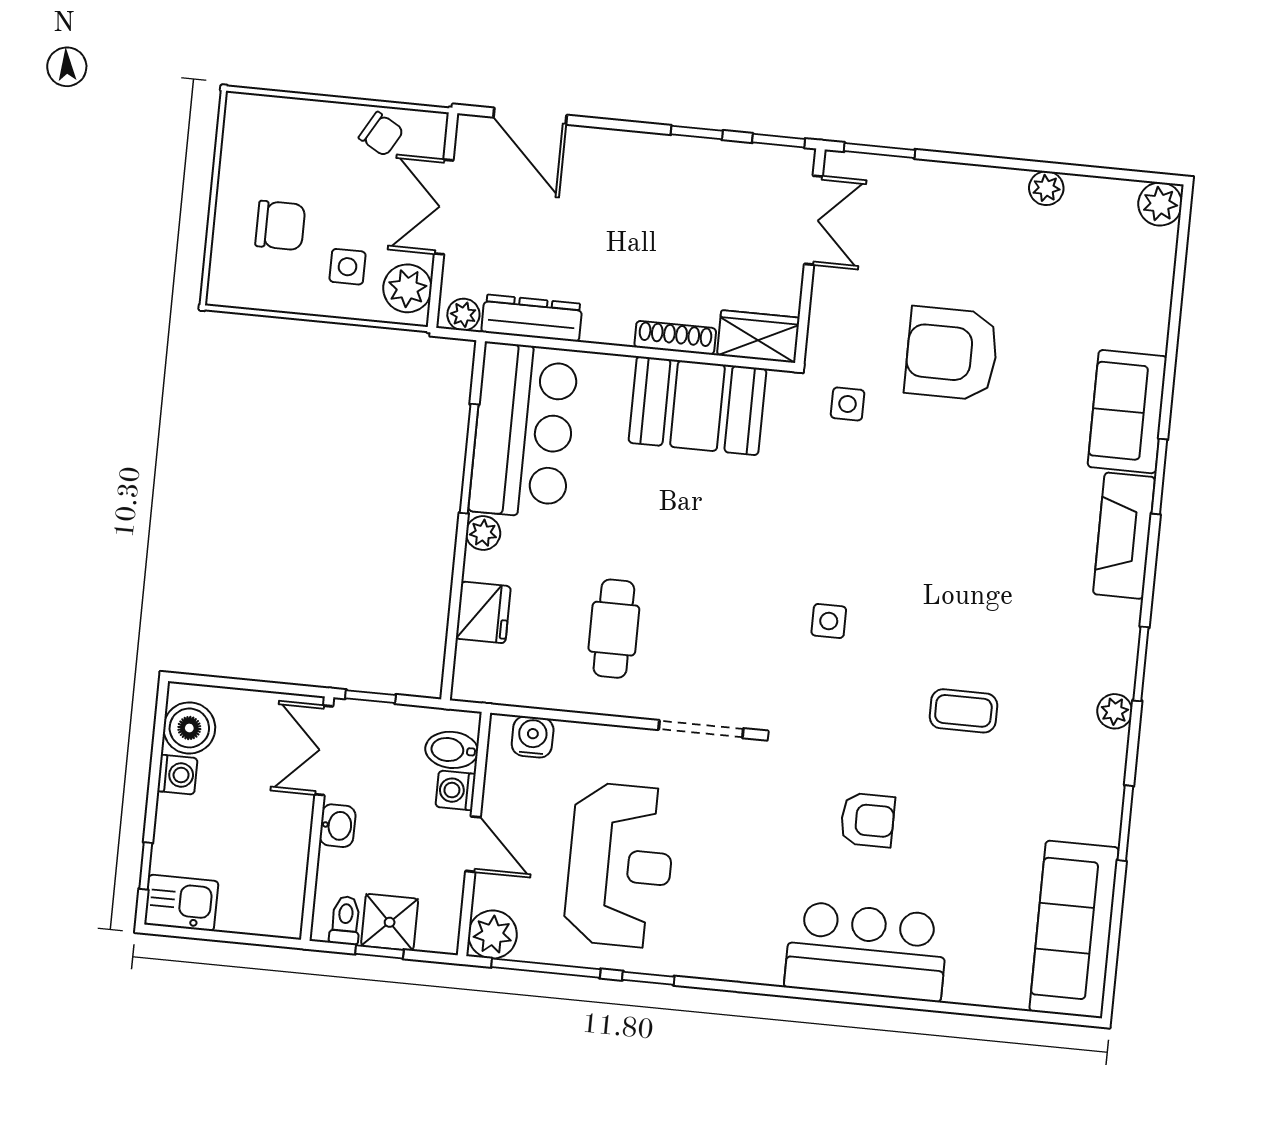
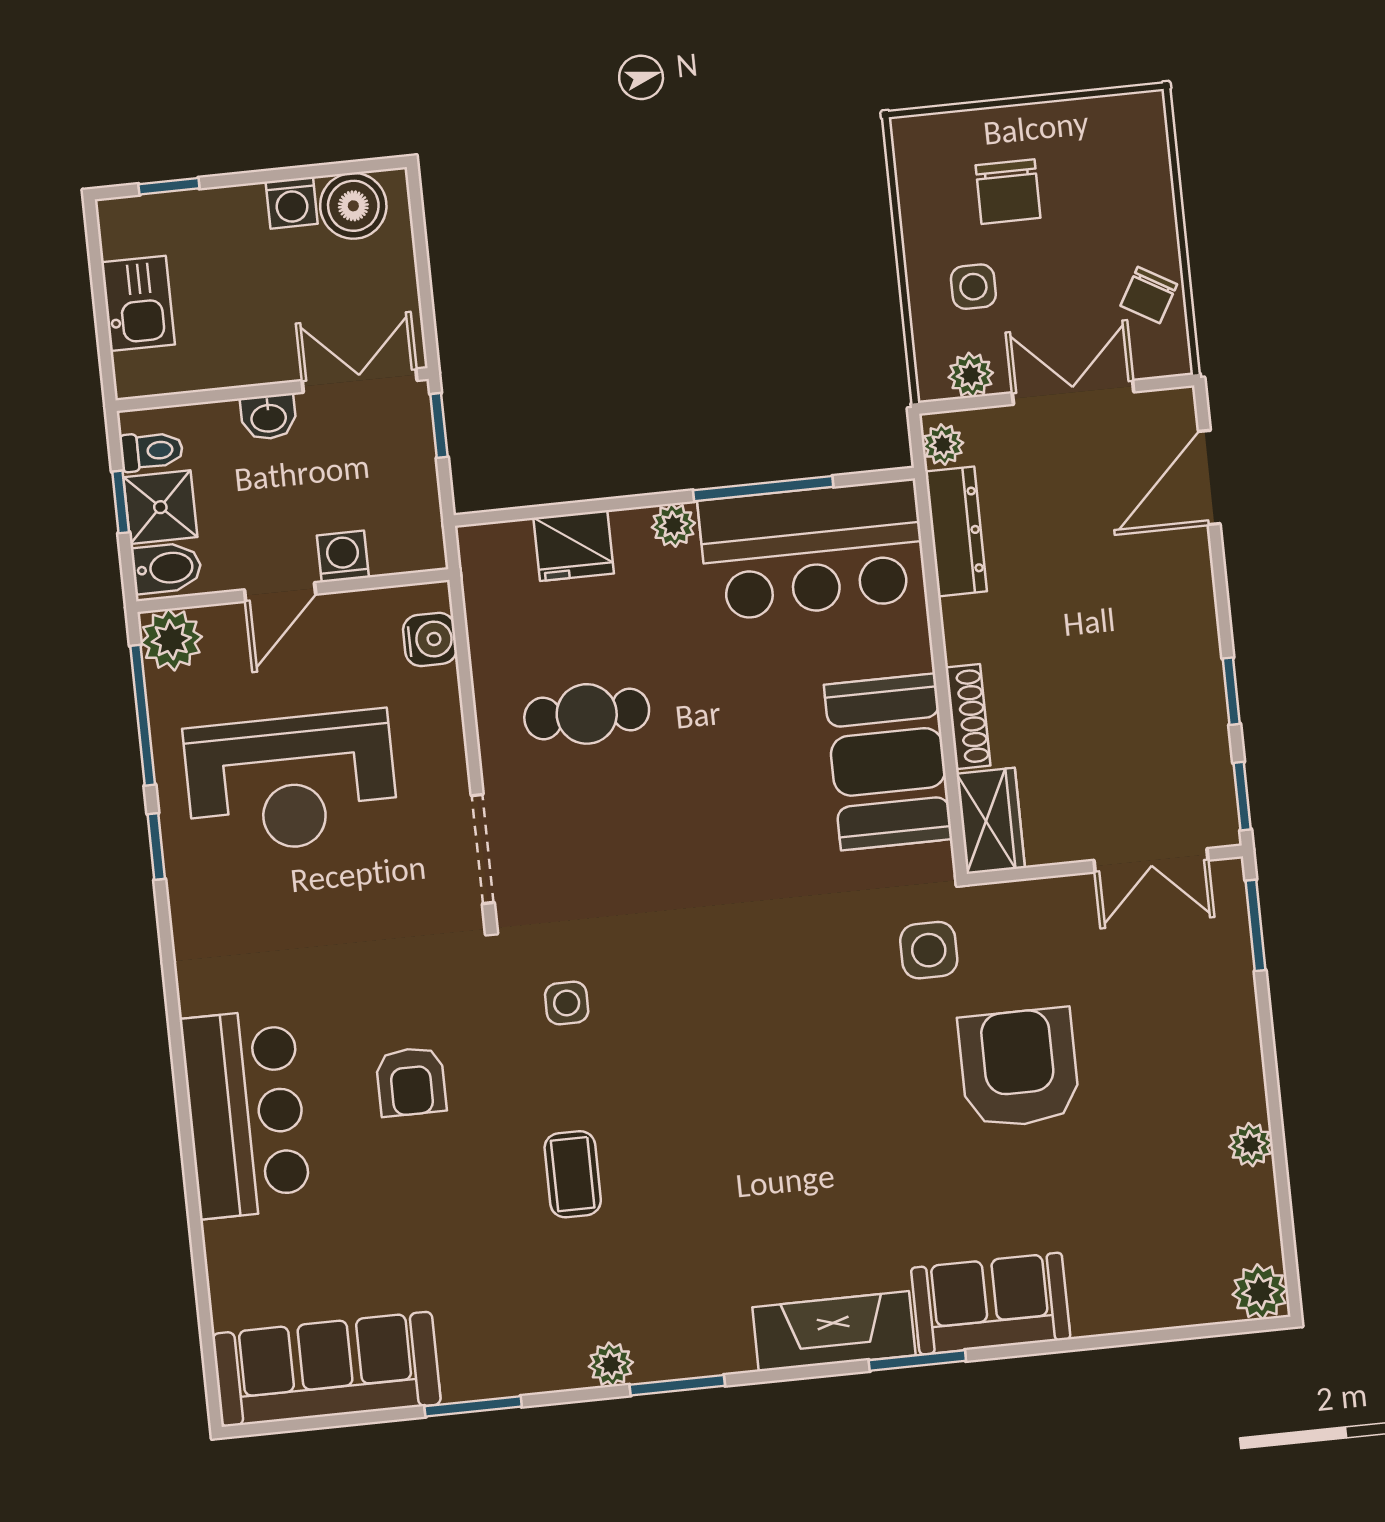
plant: (407, 288) -> (971, 375), width x0.73, depth x0.73
side table: (848, 404) -> (929, 950), width x1.37, depth x1.37
side table: (829, 621) -> (567, 1003), moved
bidet: (452, 750) -> (167, 568), moved, turned 90
kitchen sink: (181, 903) -> (138, 303), moved

